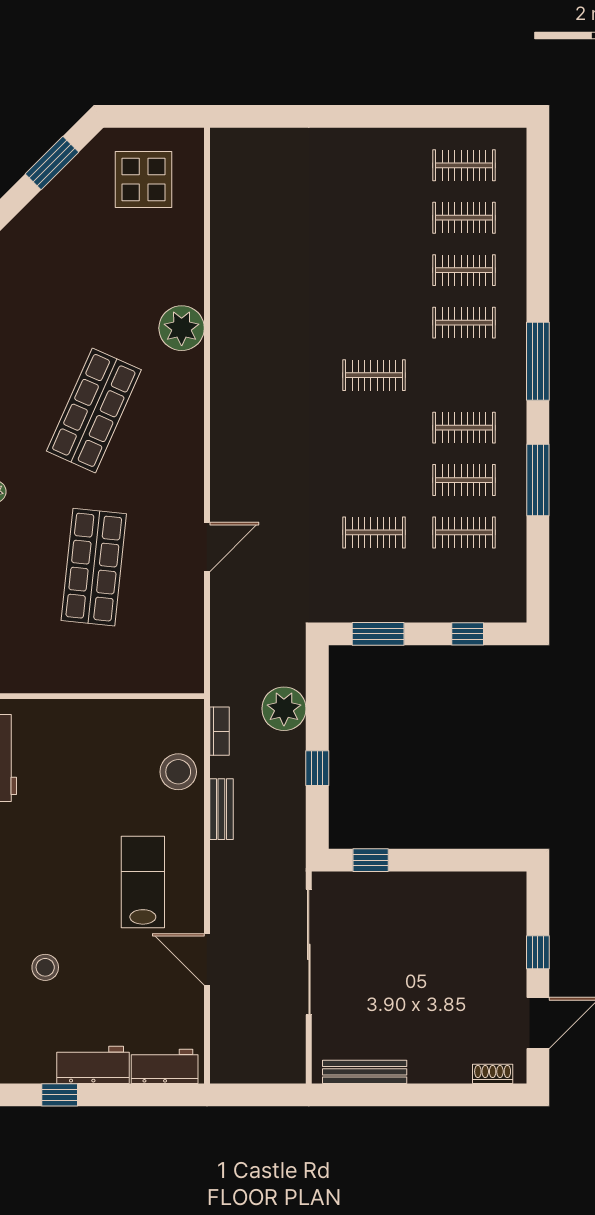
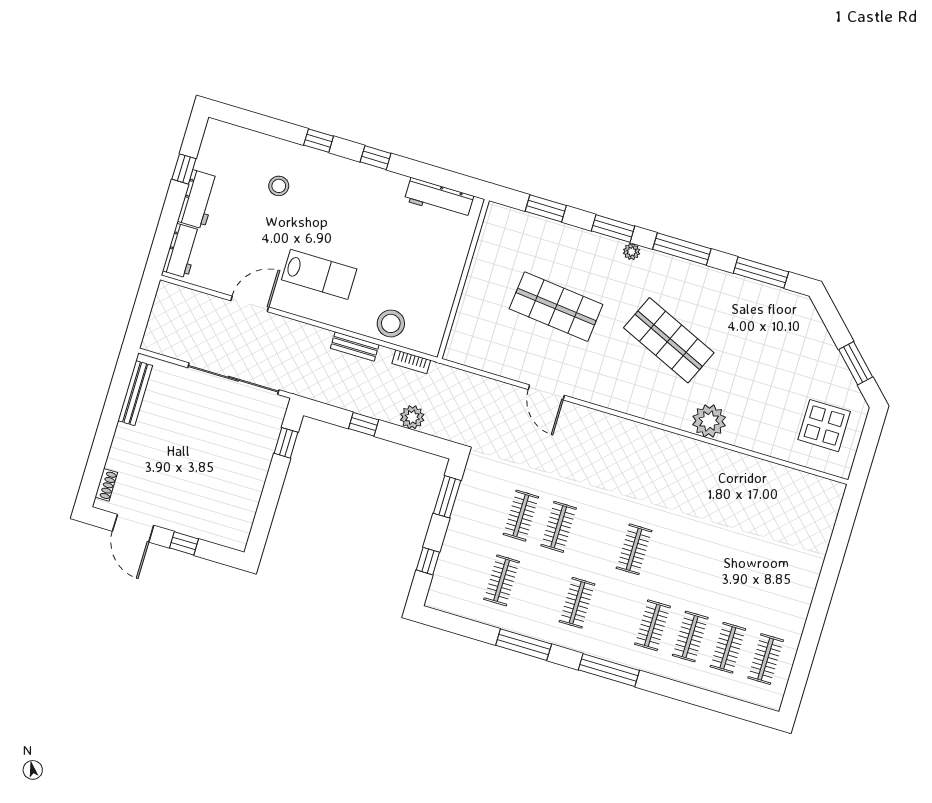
clothes rail: (464, 480) -> (559, 527), moved
plant: (284, 709) -> (412, 417), width x0.73, depth x0.73

